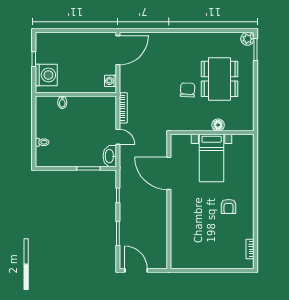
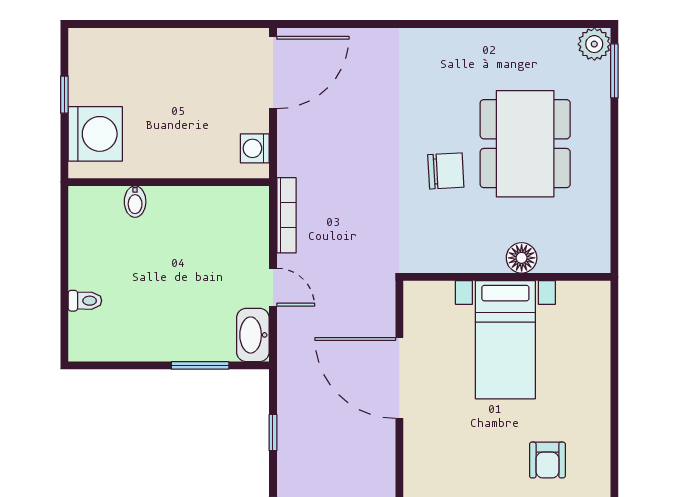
chair: (188, 90) -> (446, 171), turned 84

